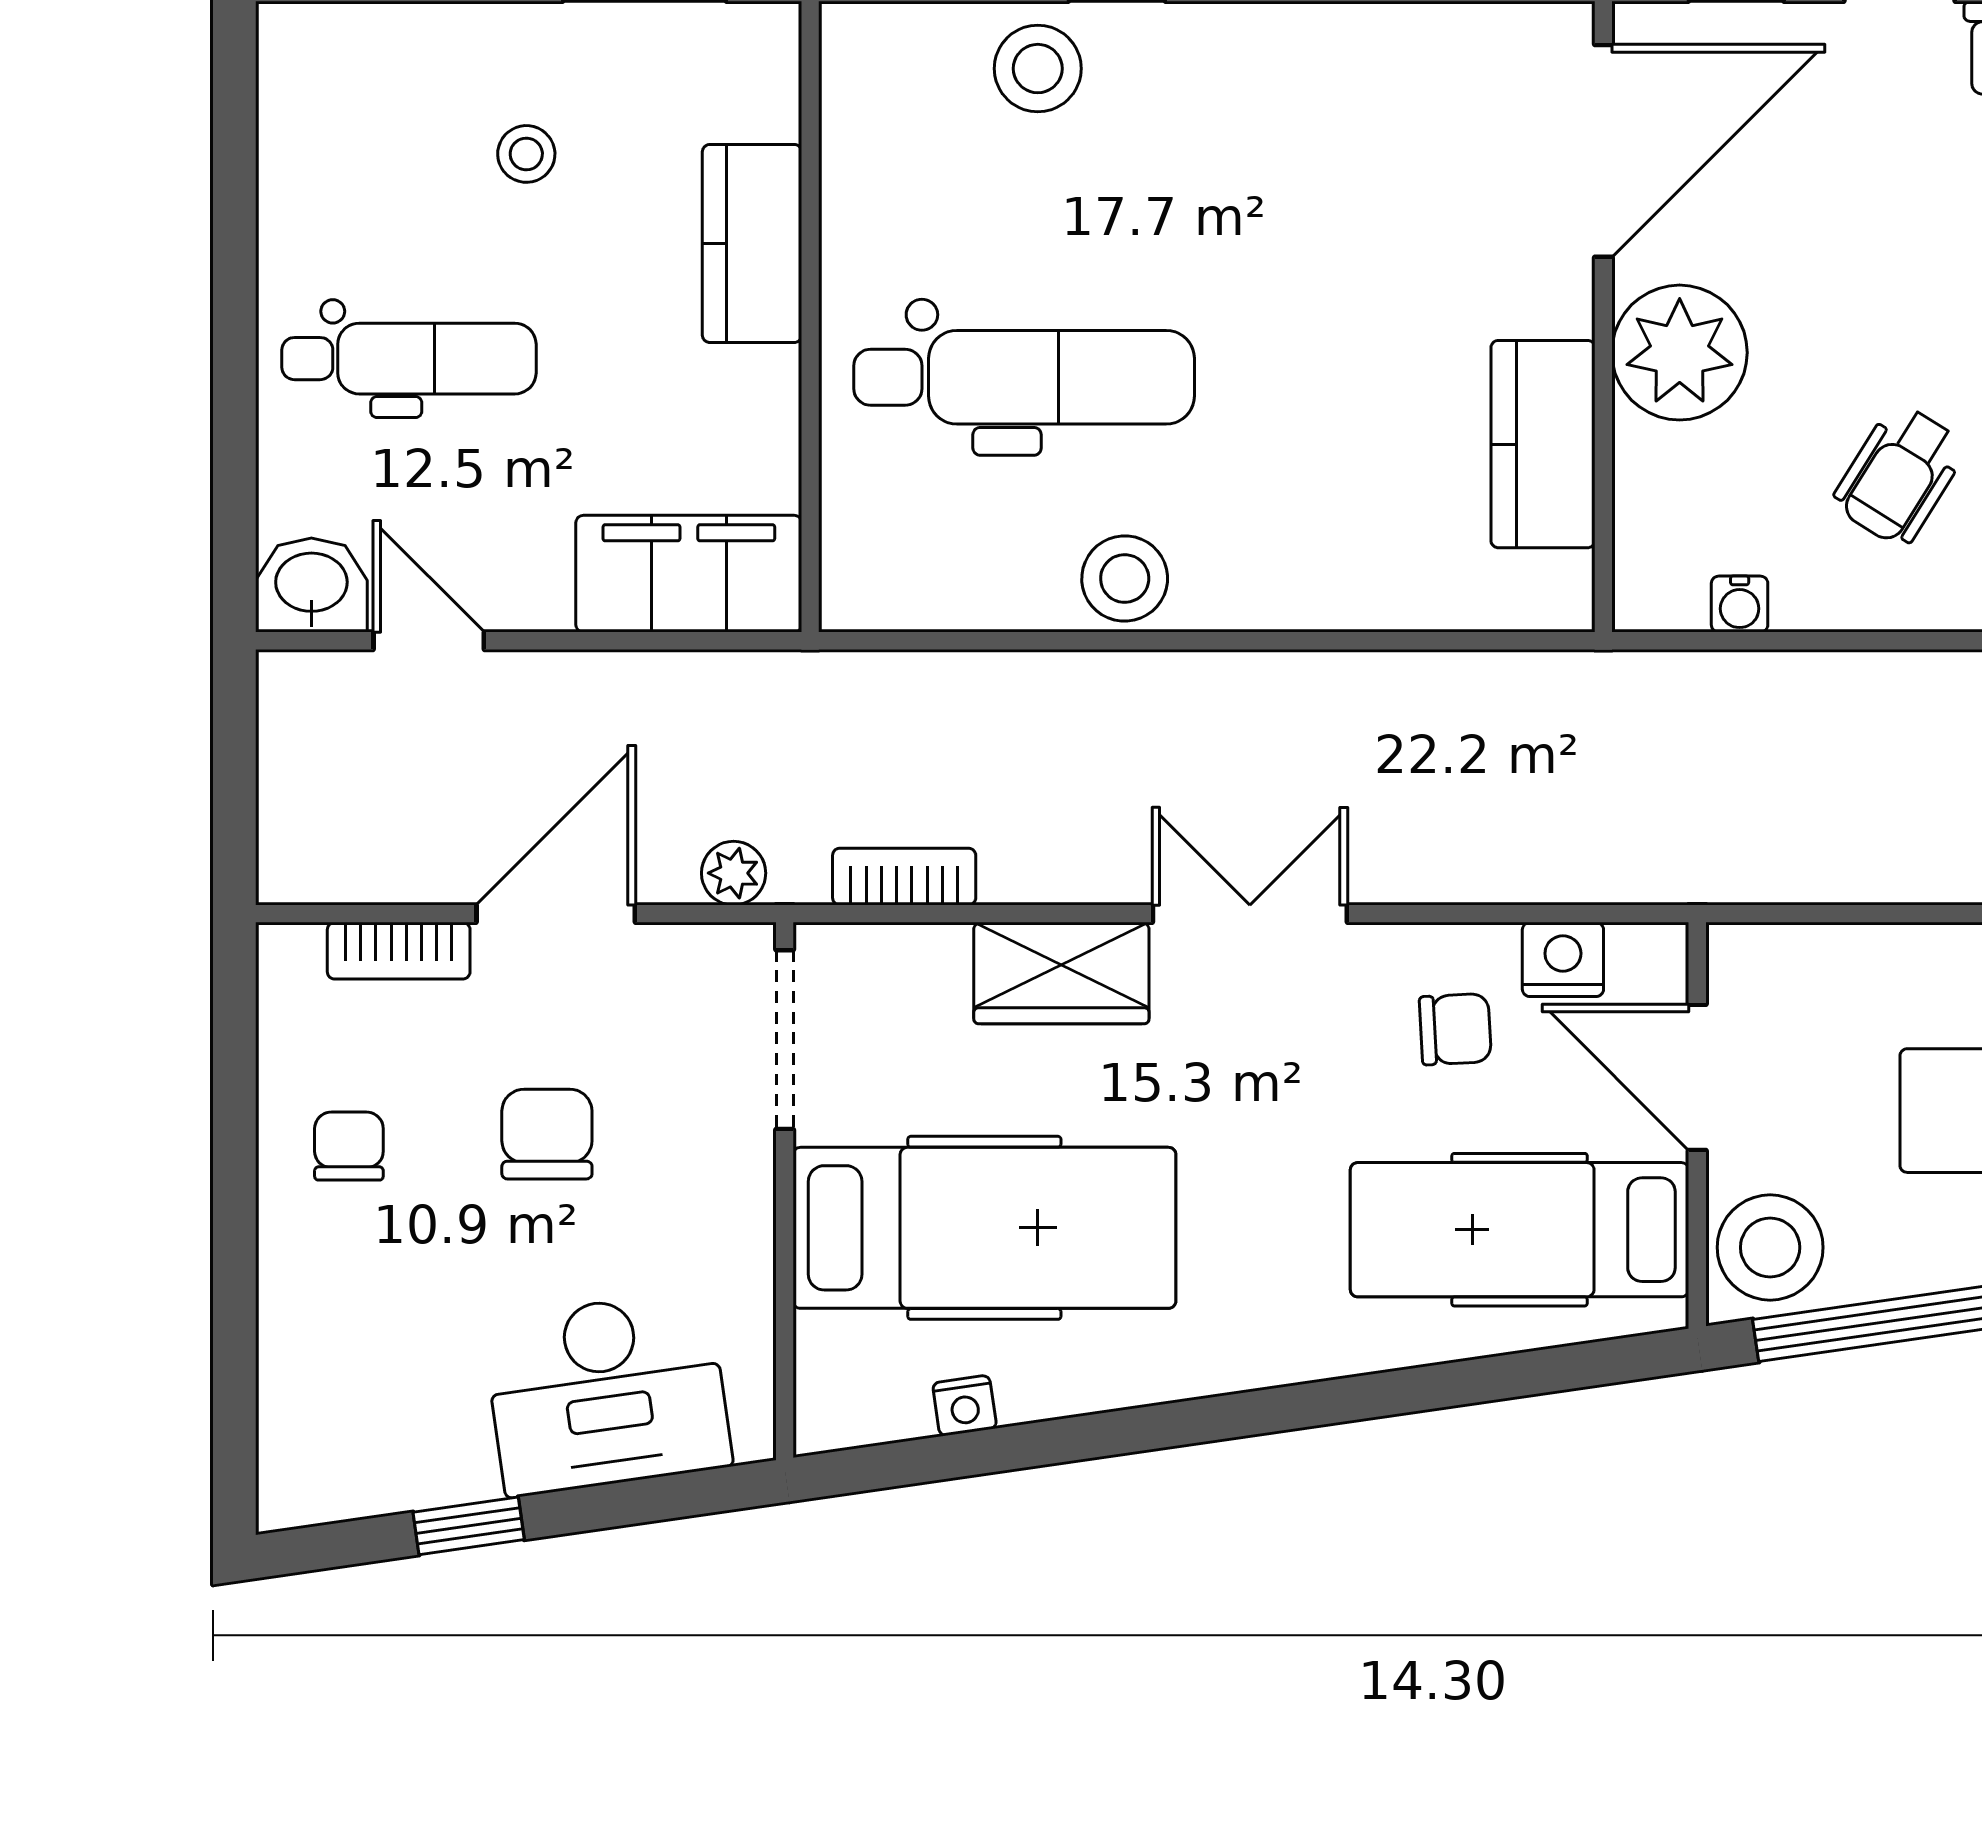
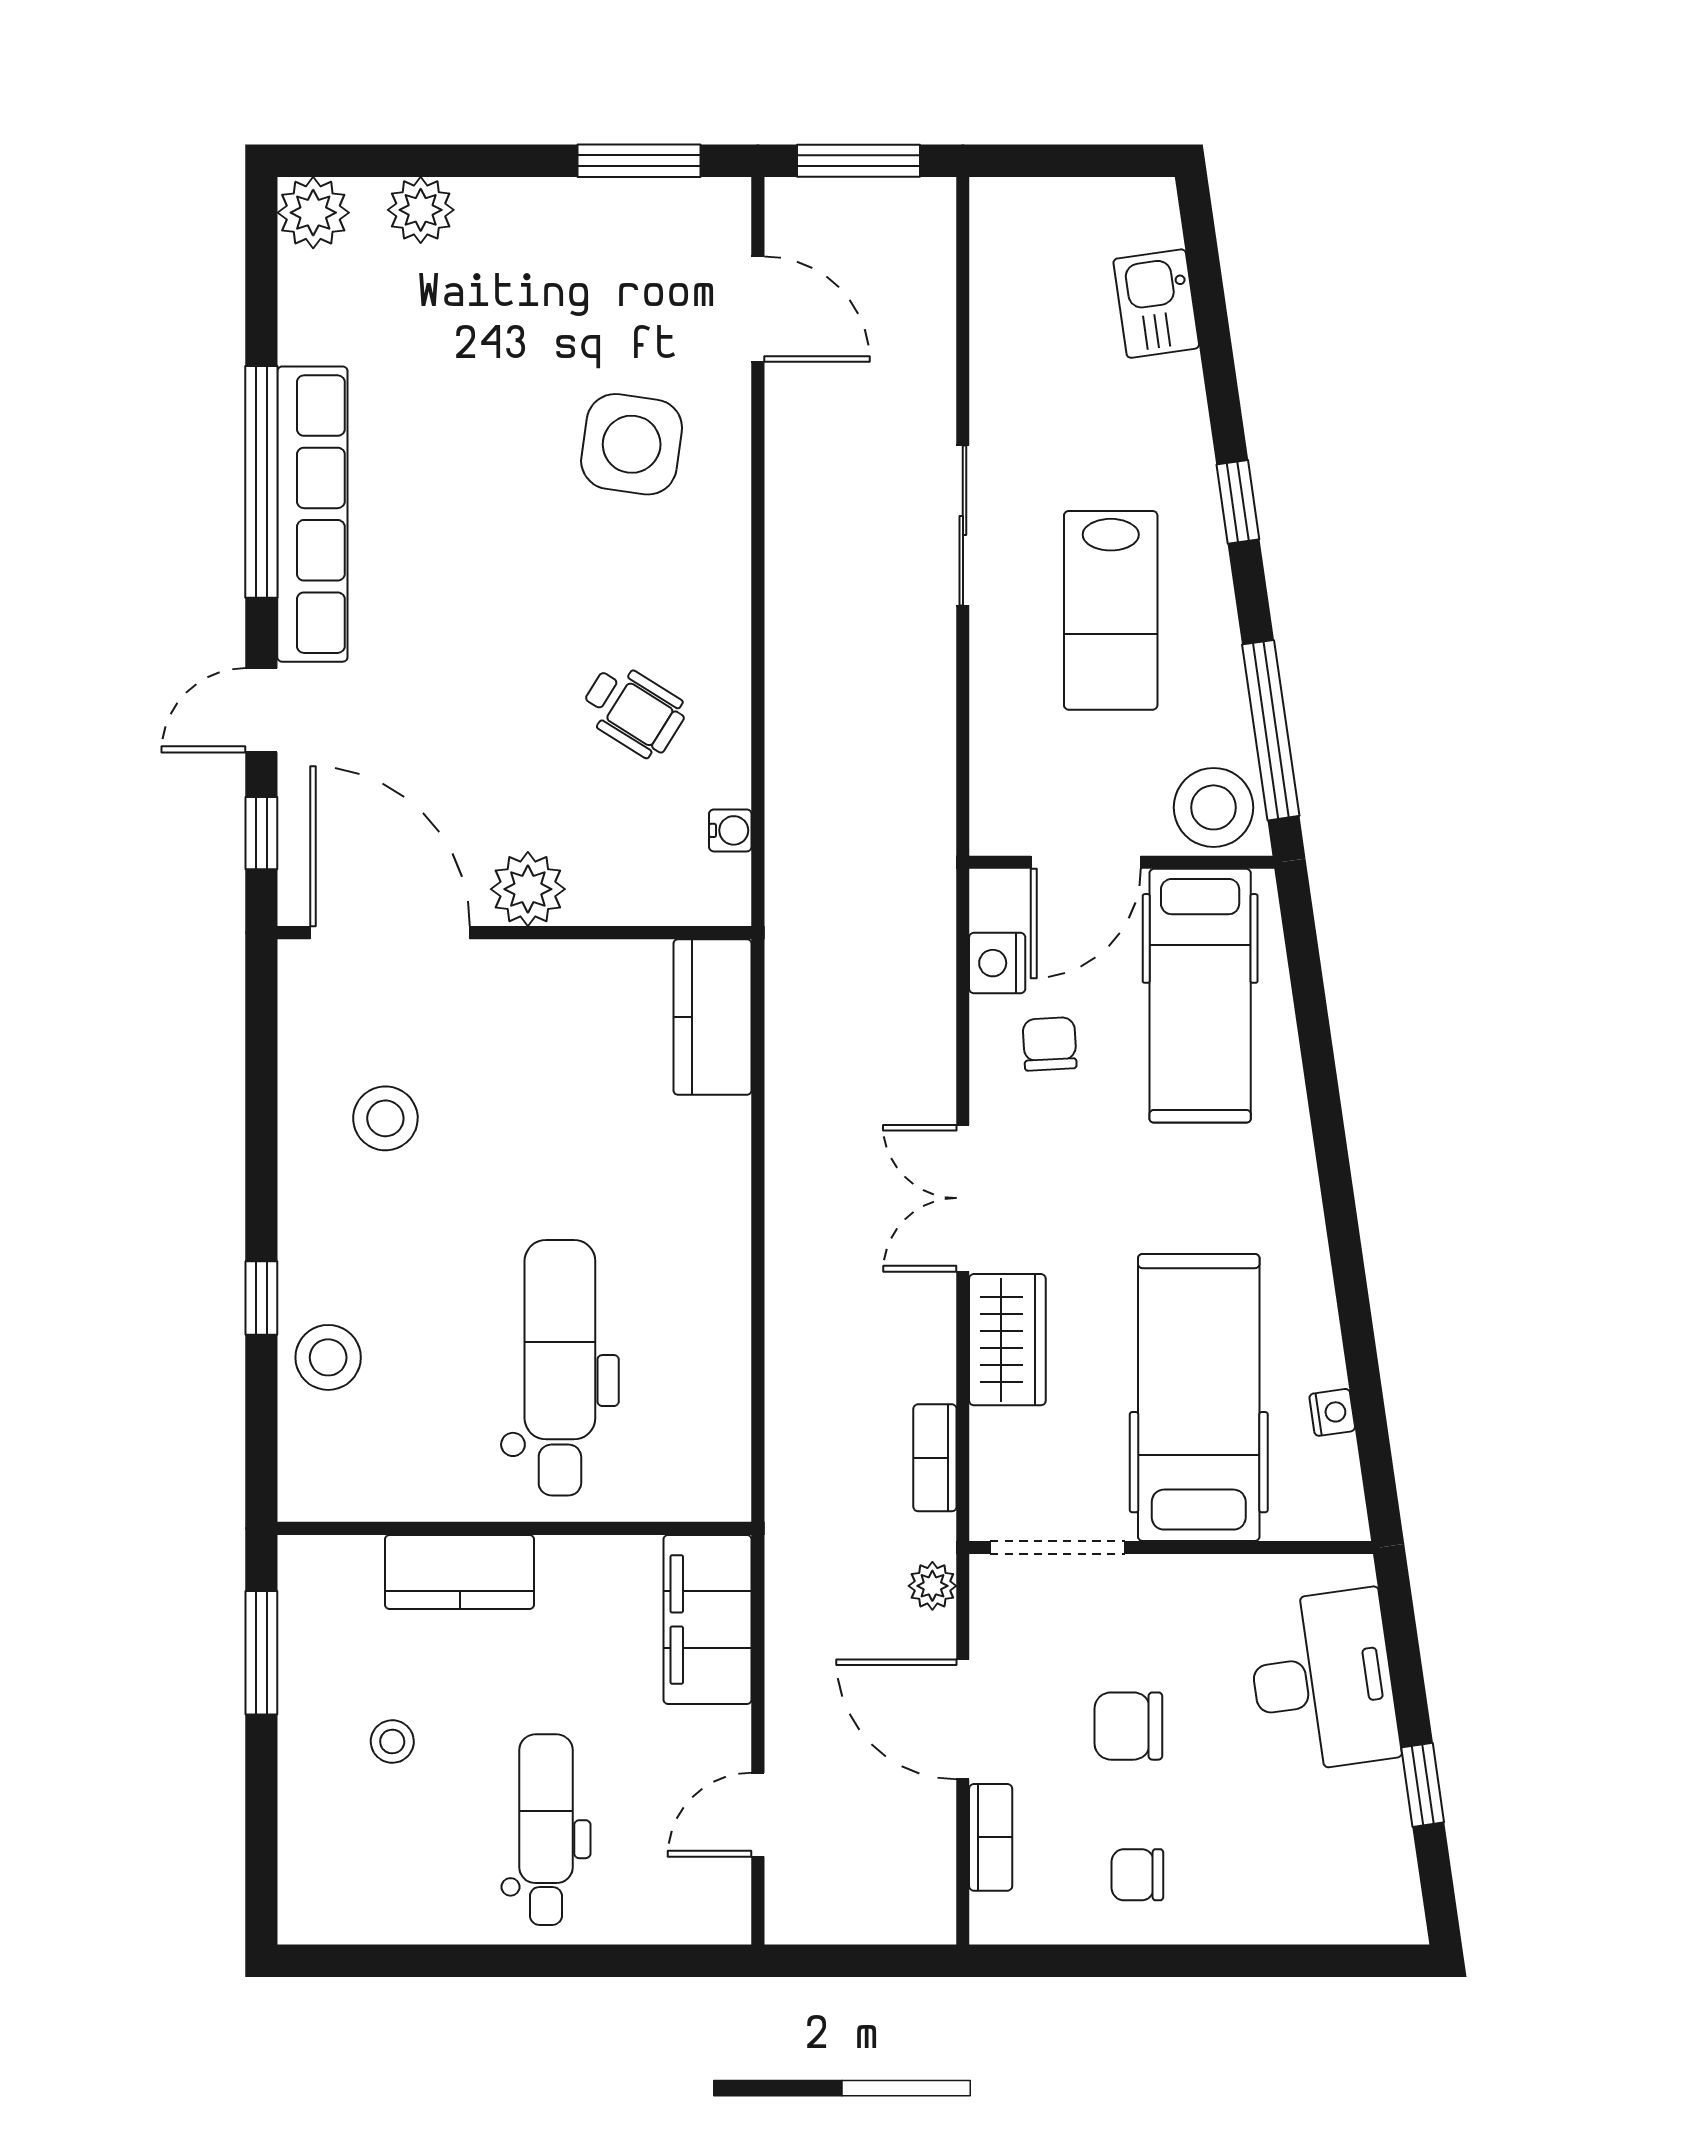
plant: (1680, 353) -> (528, 889), width x0.73, depth x0.73
kitchen counter: (1543, 444) -> (712, 1017), moved, turned 90
stool: (1125, 579) -> (385, 1118), moved
washbasin: (311, 585) -> (716, 1903), removed

